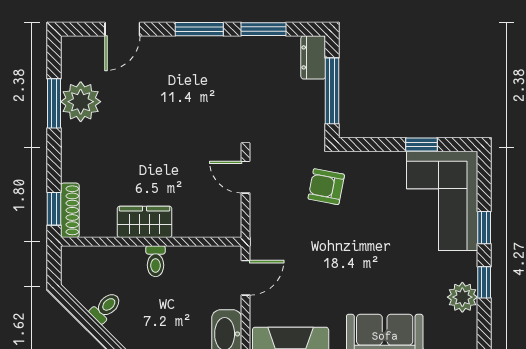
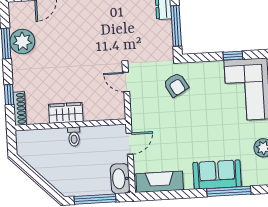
armchair: (326, 187) -> (176, 85), turned -131
window: (54, 209) -> (9, 95), moved
toilet: (106, 308) -> (45, 167), removed

